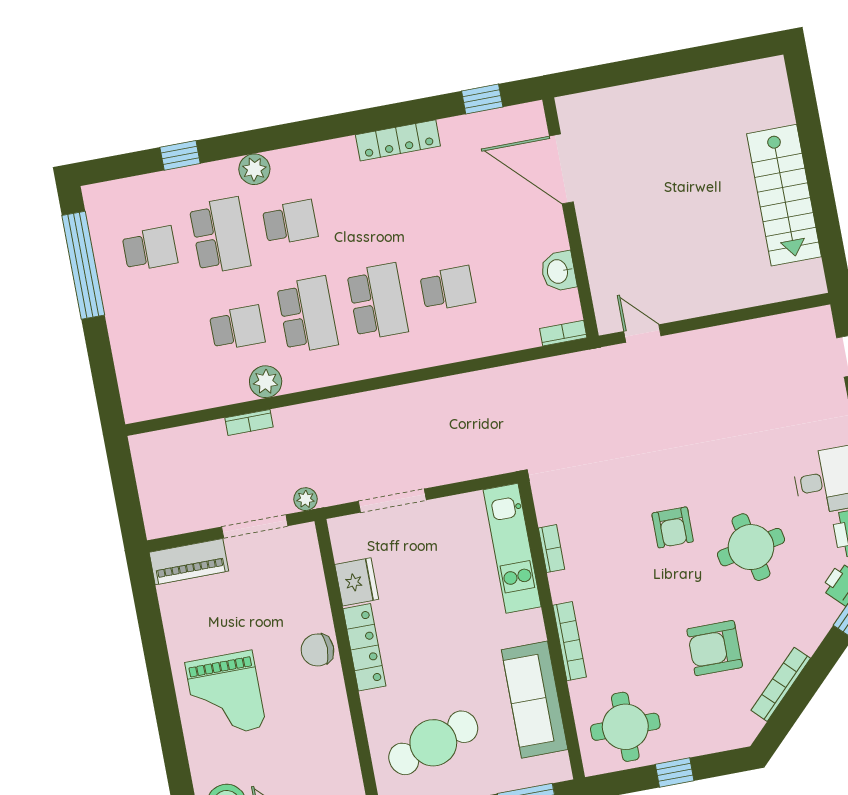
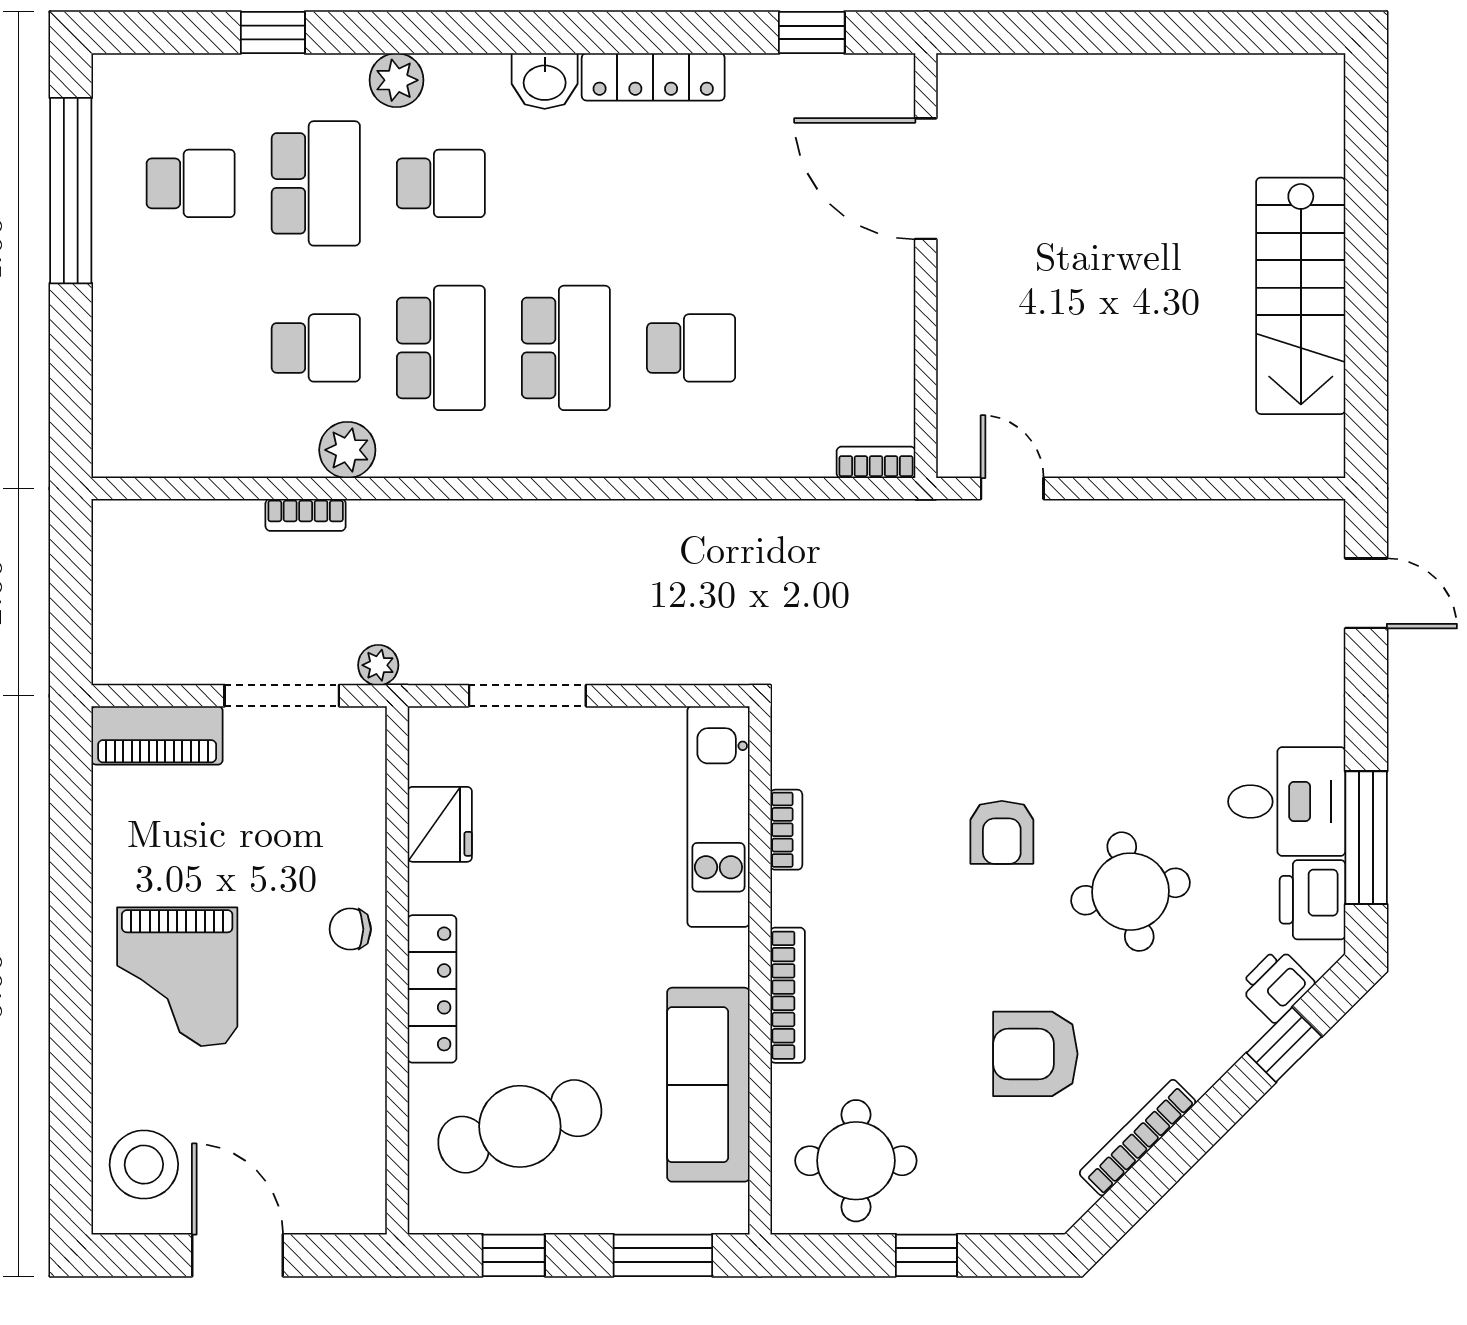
washbasin: (558, 271) -> (545, 81), moved, turned -90
locker: (364, 647) -> (432, 989), moved
chair: (317, 650) -> (350, 929), width x0.73, depth x0.73

